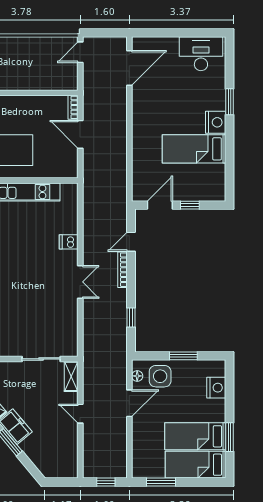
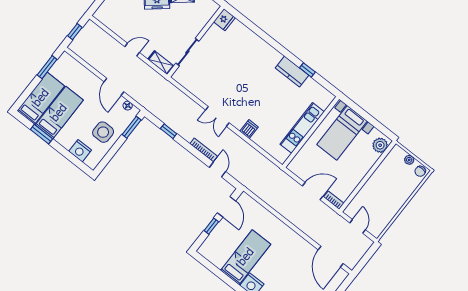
door: (80, 52) -> (358, 226), moved
window: (183, 356) -> (132, 127), moved
side table: (160, 376) -> (103, 132), moved

